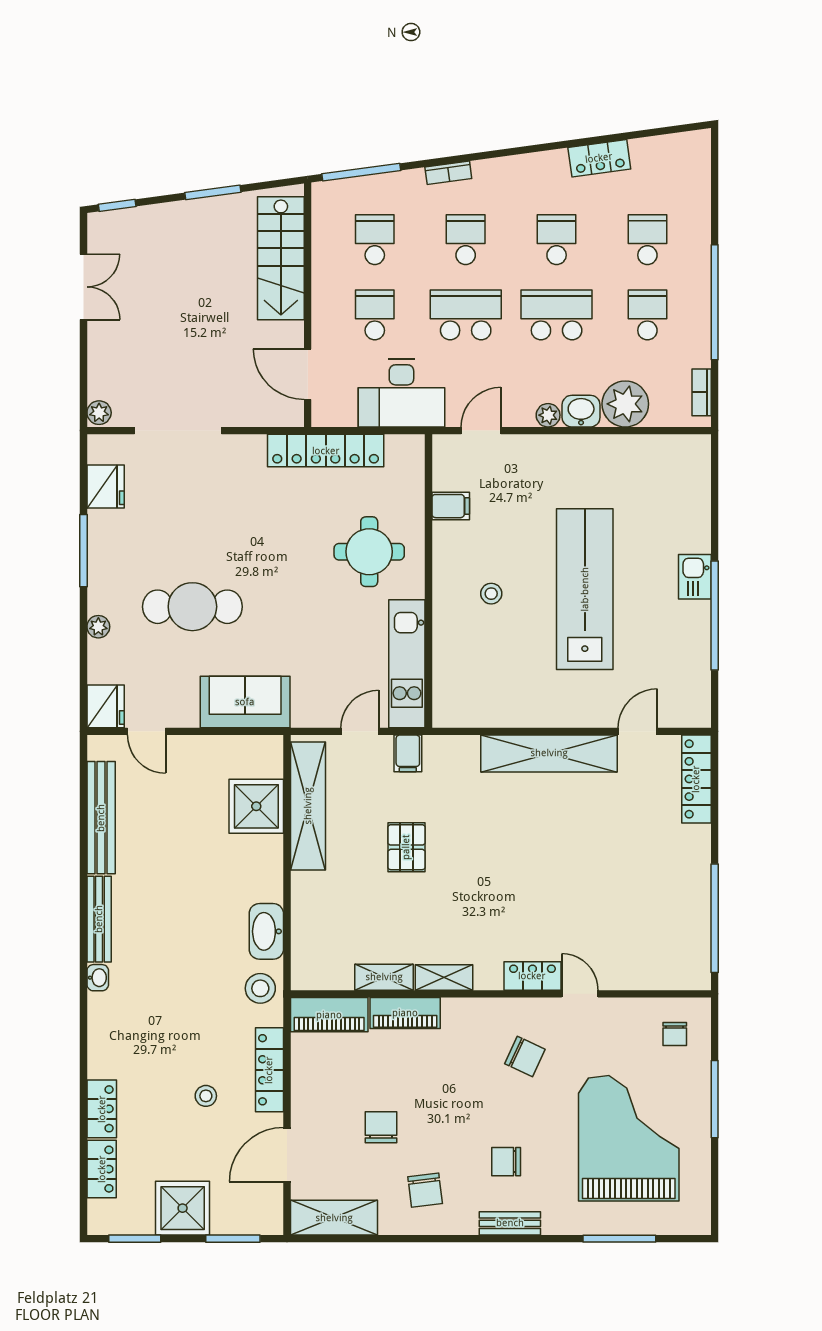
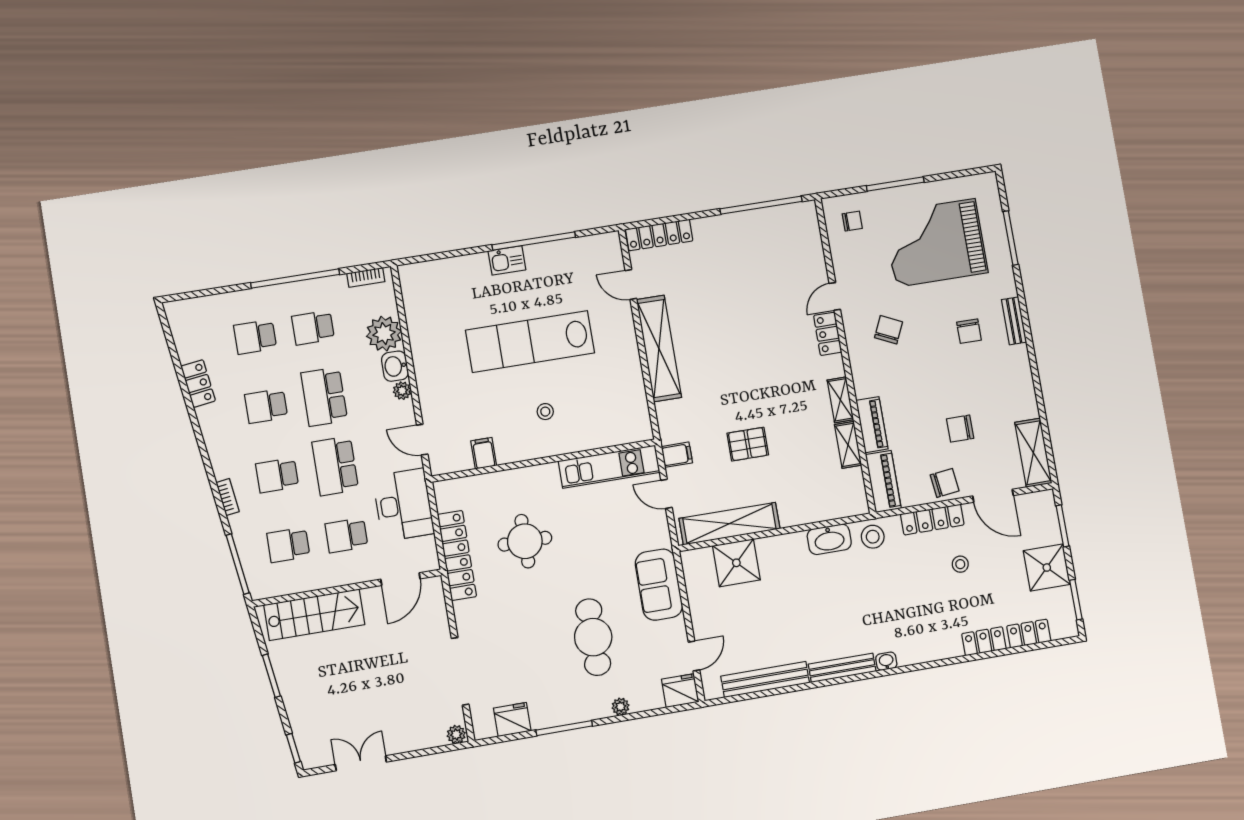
round table: (369, 552) -> (525, 541), moved
chair: (425, 1190) -> (945, 483), moved

